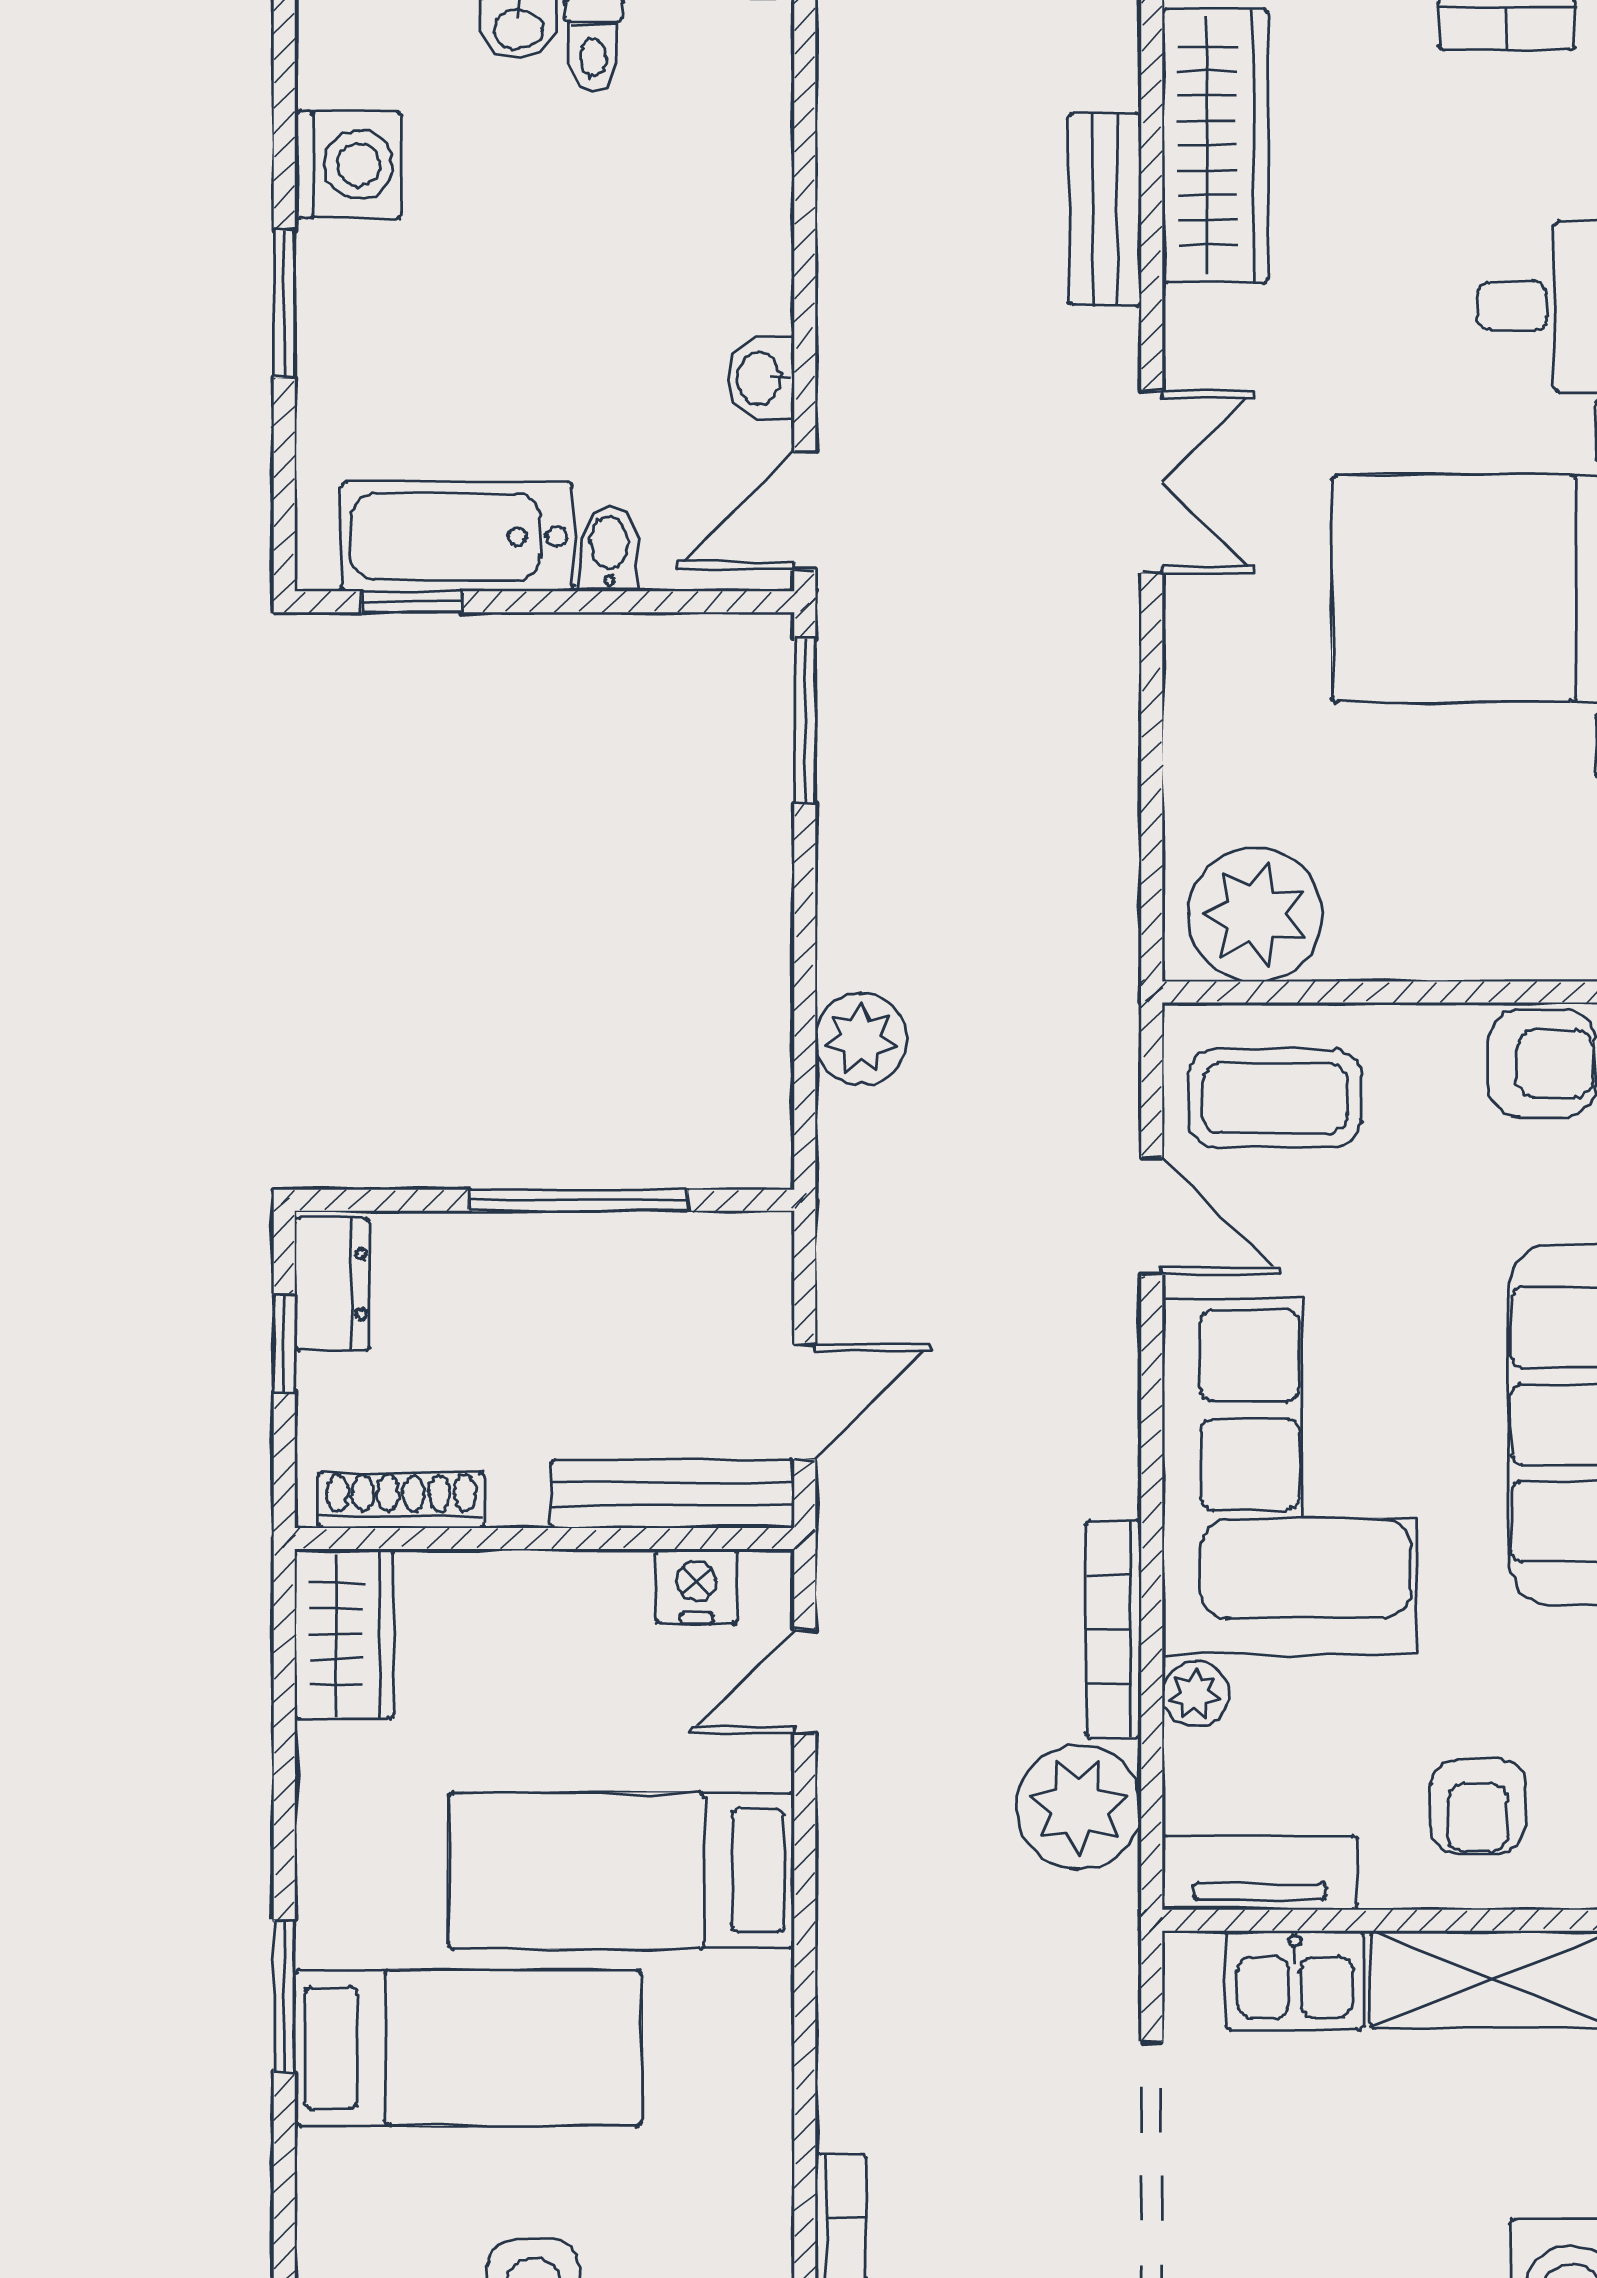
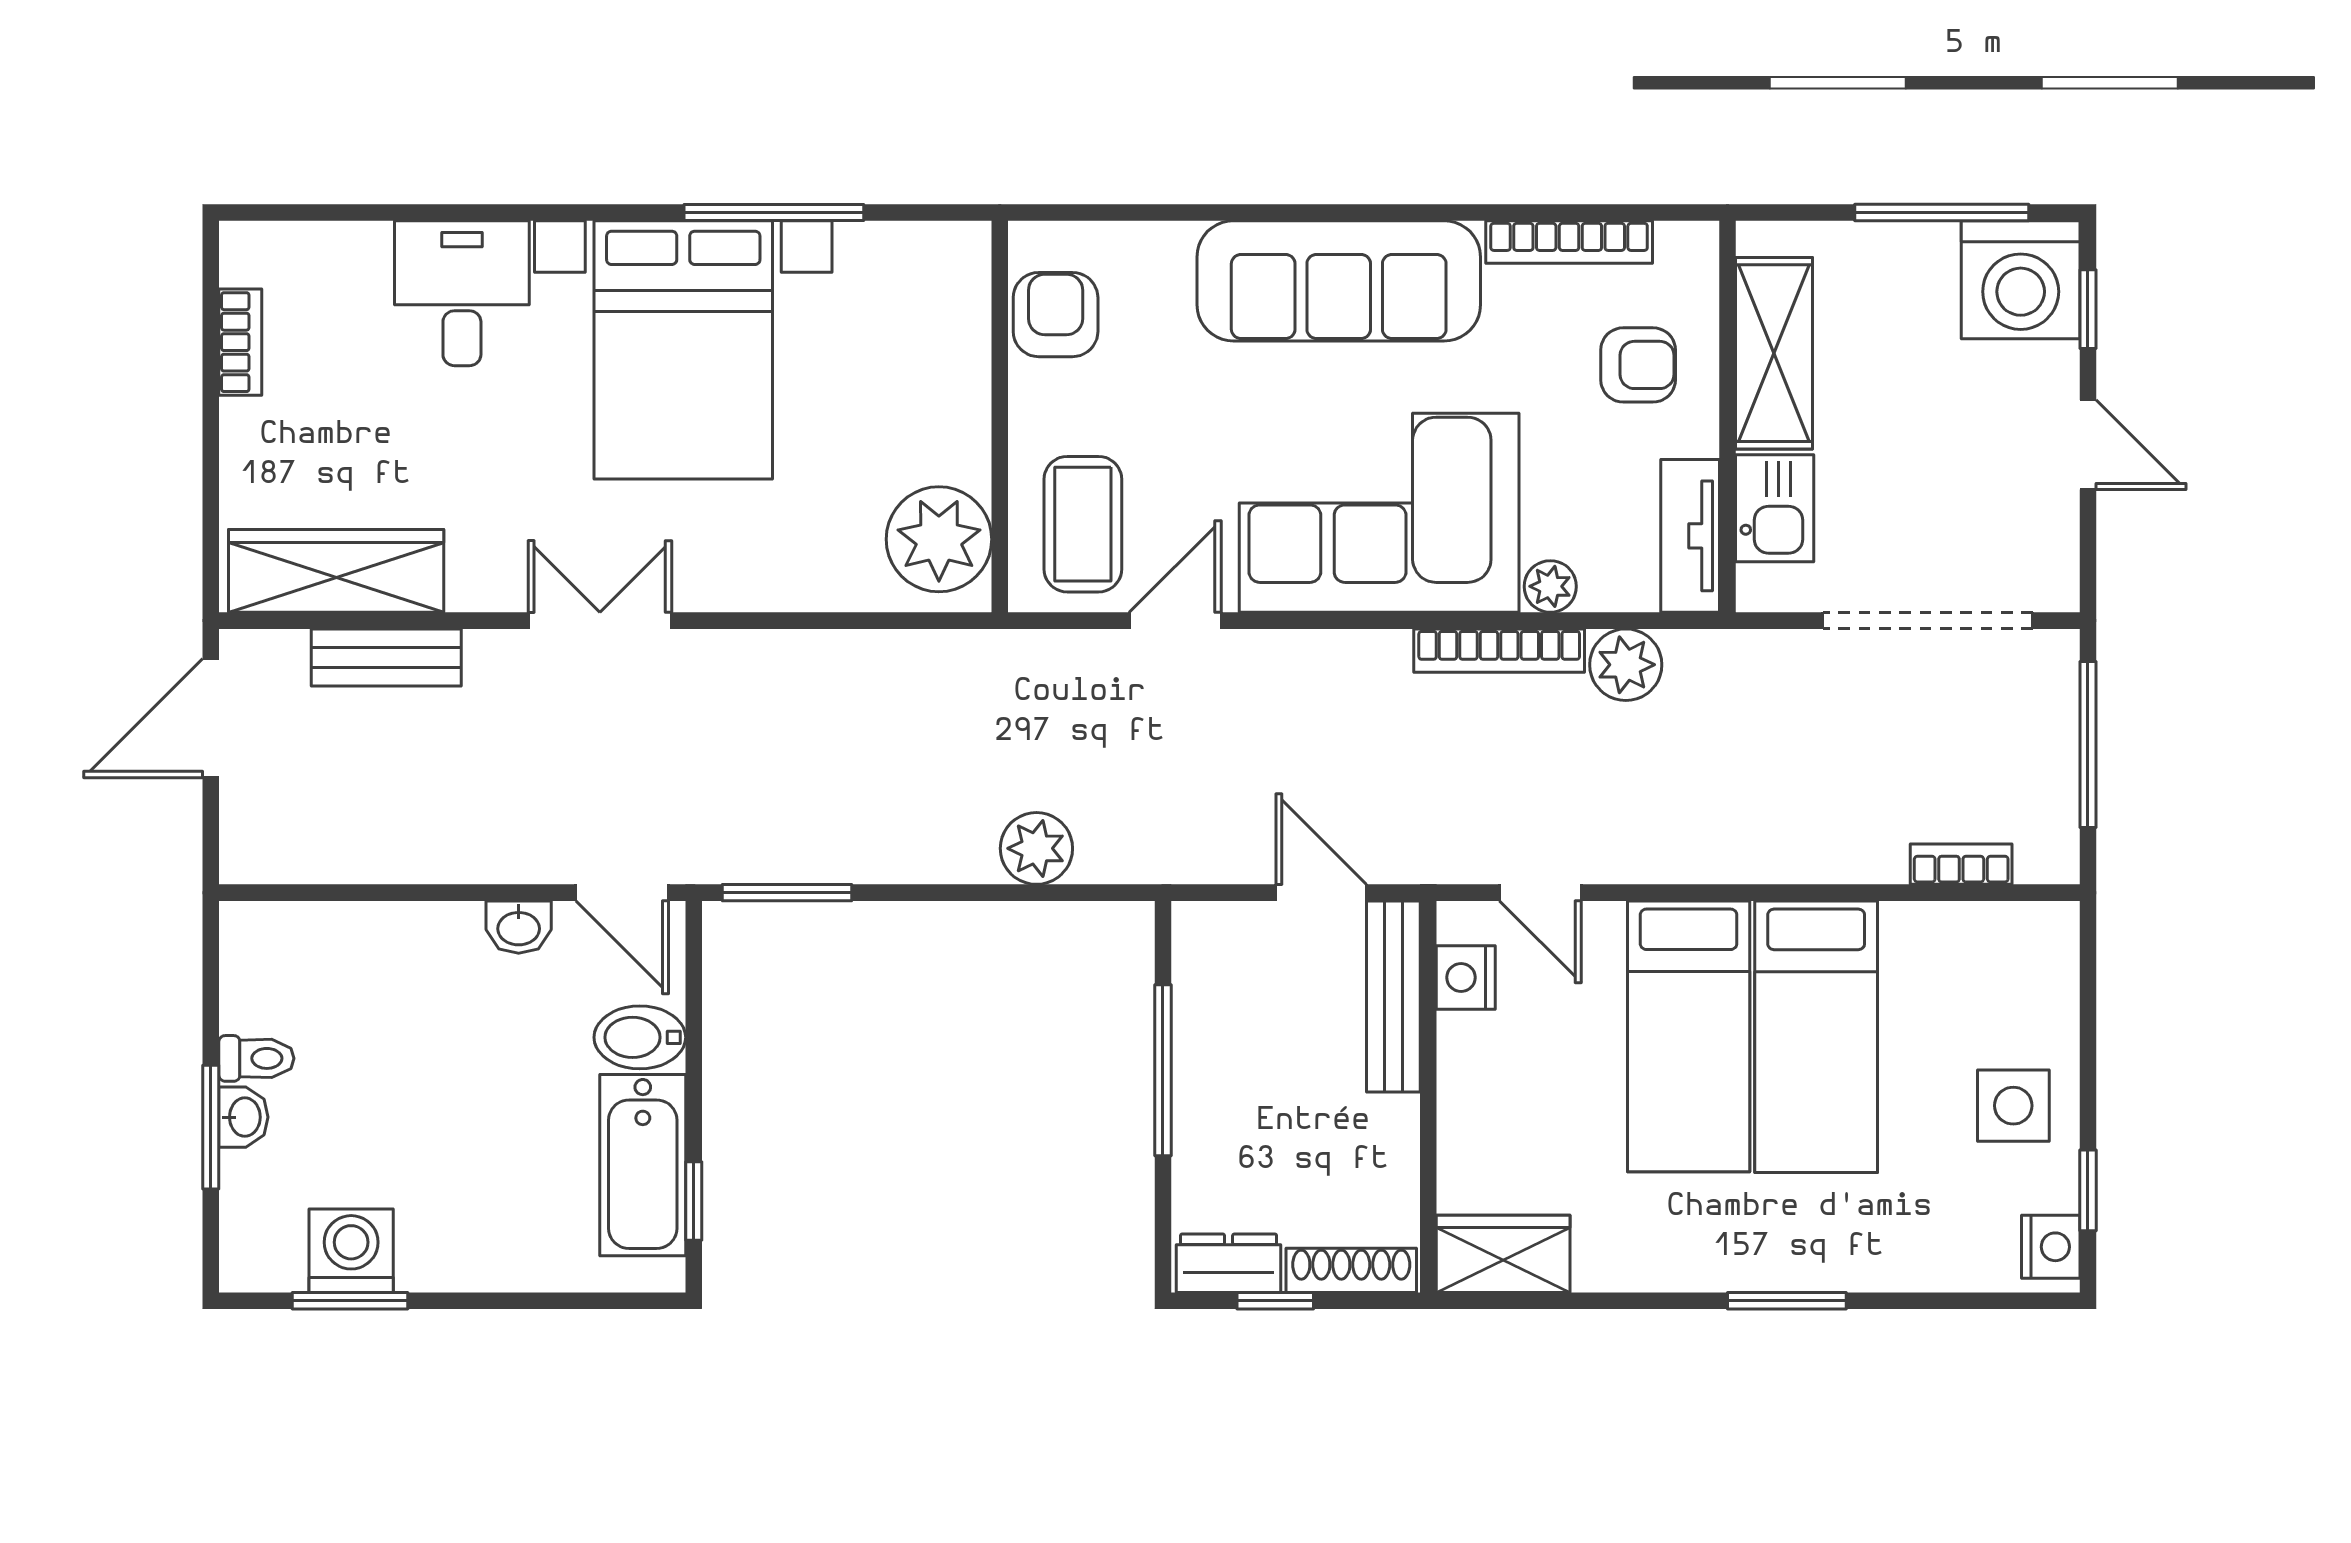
window: (284, 304) -> (350, 1301), moved
bidet: (609, 548) -> (640, 1037), width x1.38, depth x1.36
shoe rack: (401, 1500) -> (1351, 1270), moved, turned 90
plant: (1079, 1807) -> (1626, 665), width x0.73, depth x0.73
bed: (468, 2048) -> (1816, 1037), moved, turned 180

